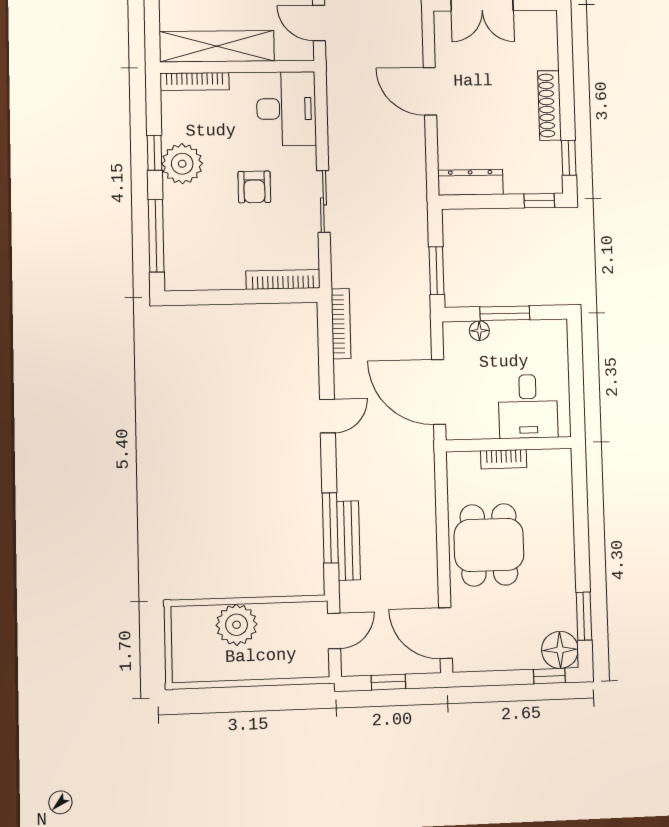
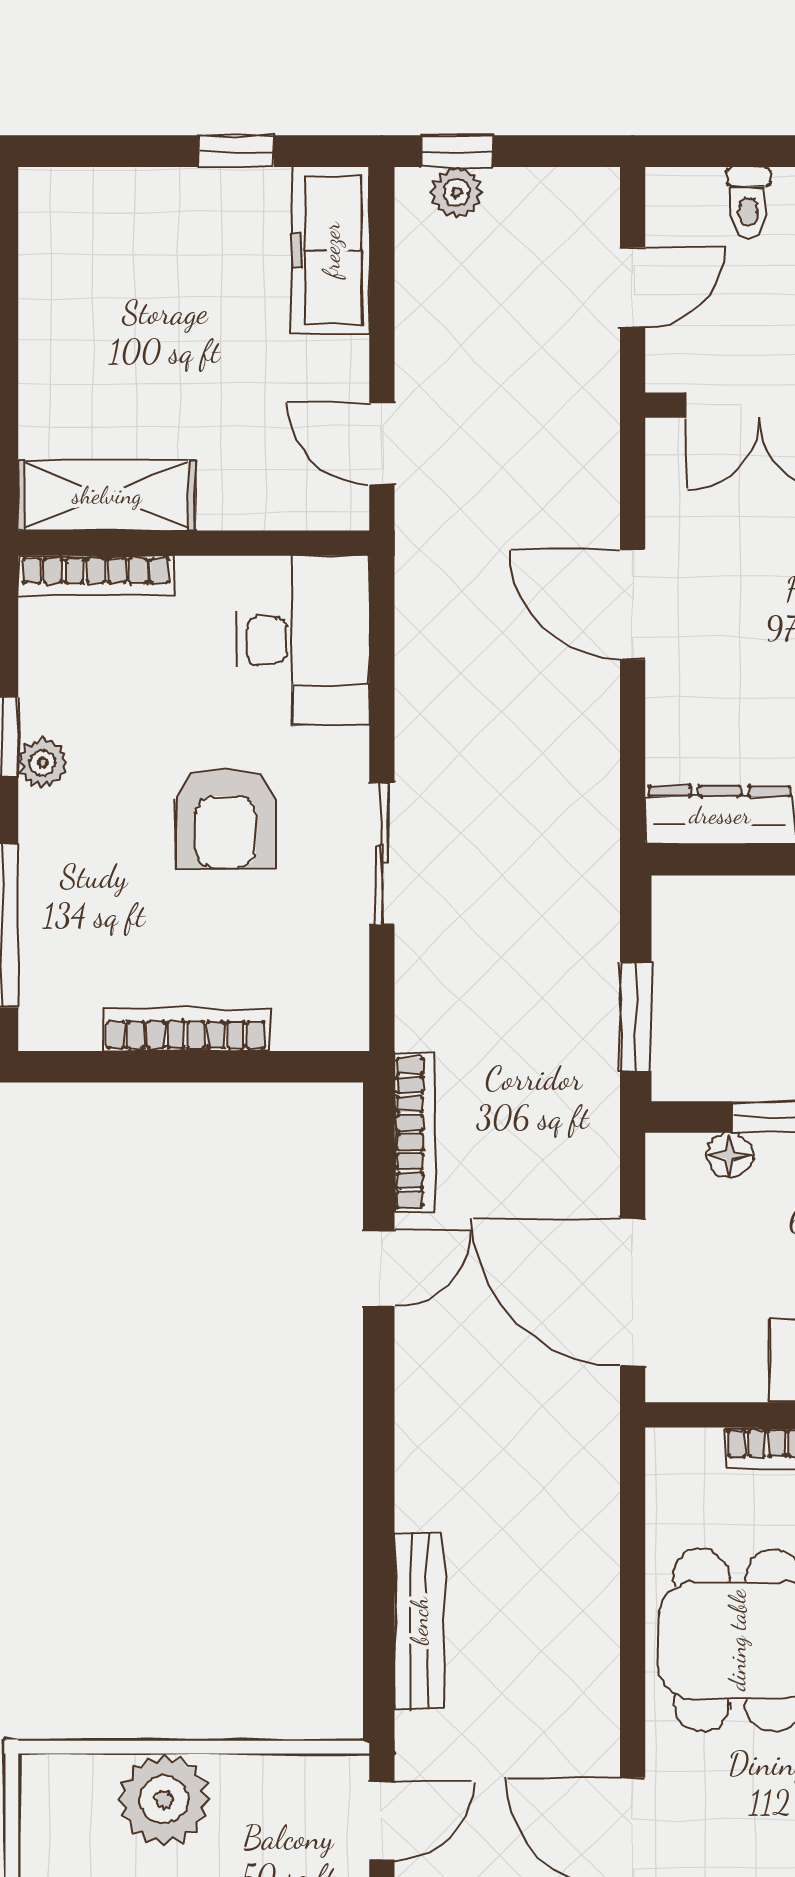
shelving: (217, 46) -> (107, 495), width x0.68
plant: (182, 164) -> (43, 763), width x0.53, depth x0.53
armchair: (254, 187) -> (226, 818), width x1.38, depth x1.38
bookcase: (283, 280) -> (186, 1030), moved
door: (327, 416) -> (379, 1268), moved
window: (330, 528) -> (379, 1591), removed

